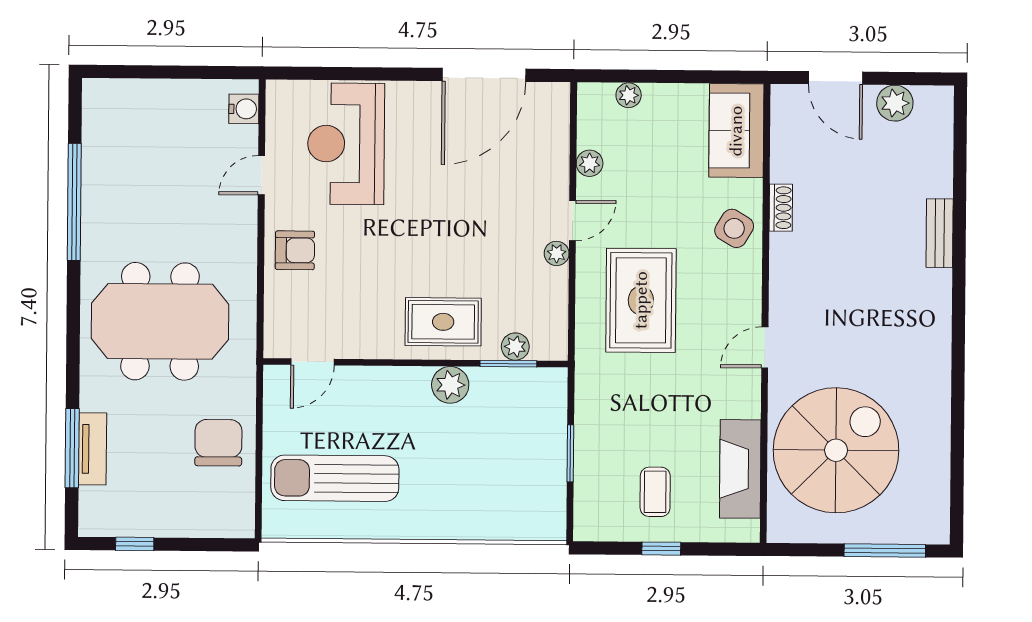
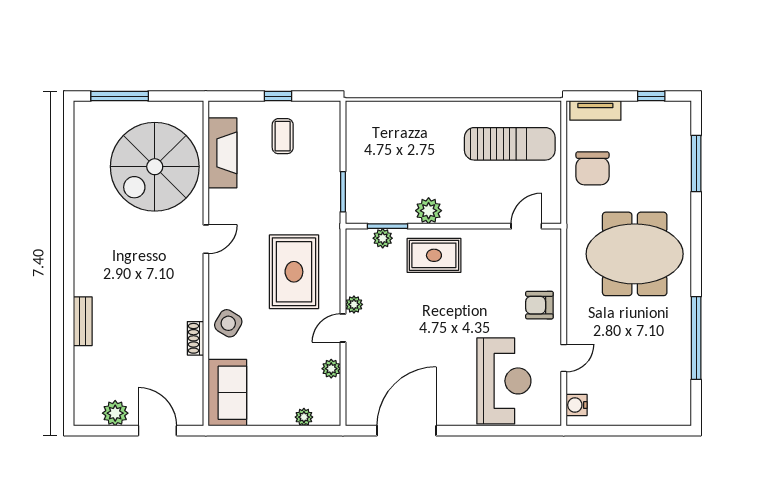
tv unit: (92, 449) -> (595, 110), moved, turned -90
window: (570, 453) -> (343, 192), moved

